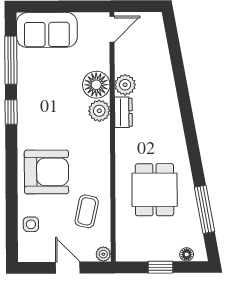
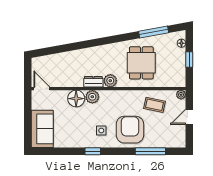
window: (11, 60) -> (150, 151), moved
plant: (125, 85) -> (110, 81), moved
dining table: (155, 190) -> (141, 63), turned 90
side table: (31, 224) -> (101, 131), moved

